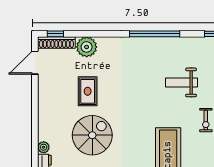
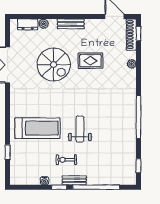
plant: (87, 47) -> (132, 64), width x0.53, depth x0.53
weight bench: (182, 82) -> (80, 129), moved
bench: (44, 115) -> (71, 24), added

